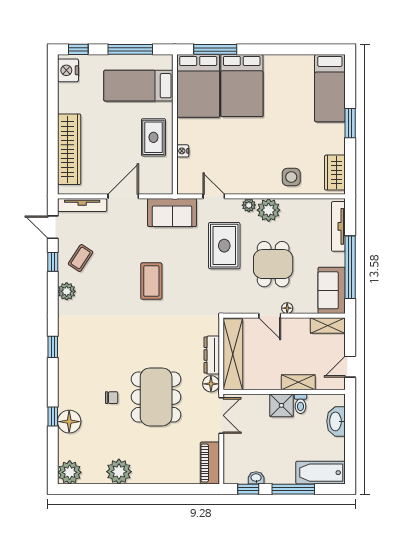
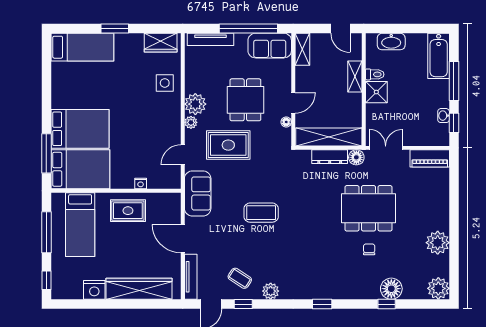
nightstand: (68, 70) -> (94, 290), moved
dining table: (273, 264) -> (245, 100), turned 90
floor lamp: (287, 308) -> (286, 122), moved

